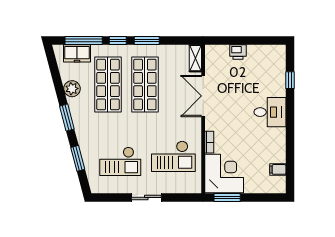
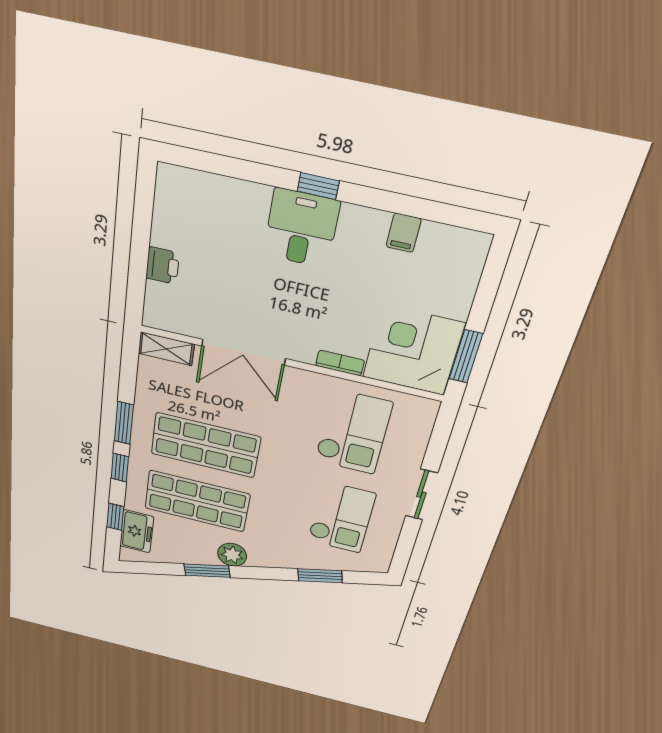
window: (84, 41) -> (115, 517), width x0.46
window: (290, 80) -> (318, 186), moved
plant: (72, 89) -> (232, 555), moved
window: (67, 118) -> (207, 571), moved
filing cabinet: (278, 169) -> (404, 233), moved

